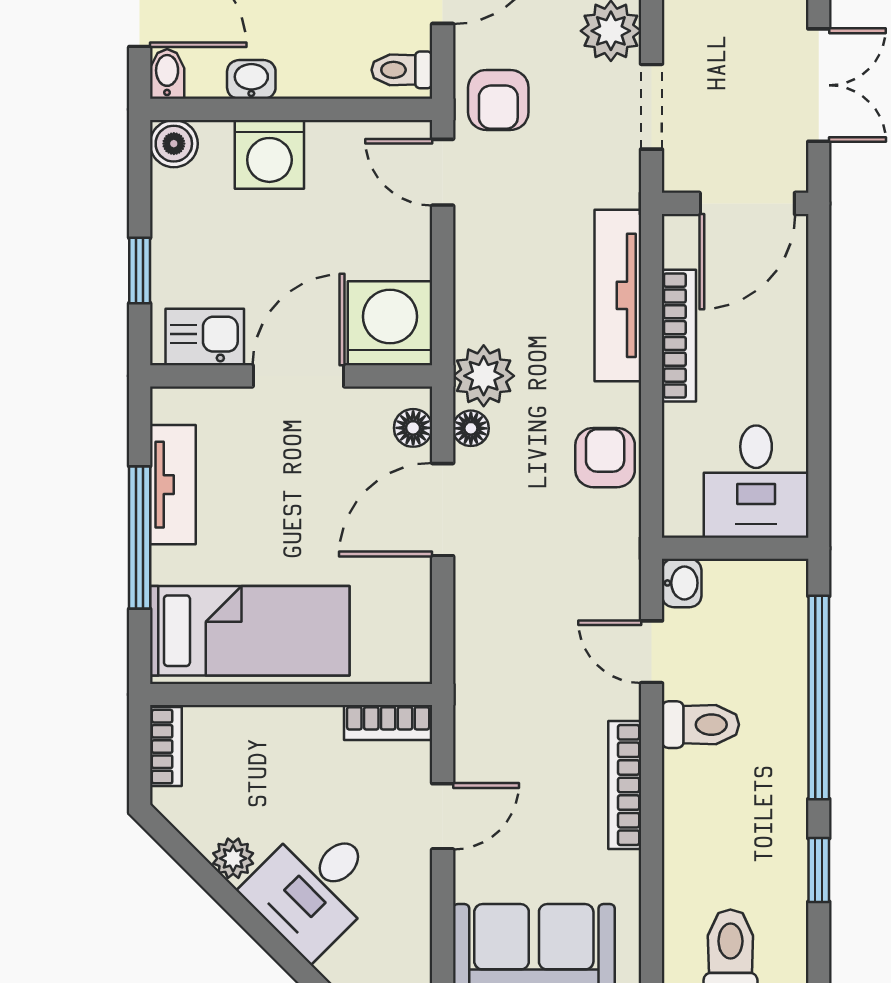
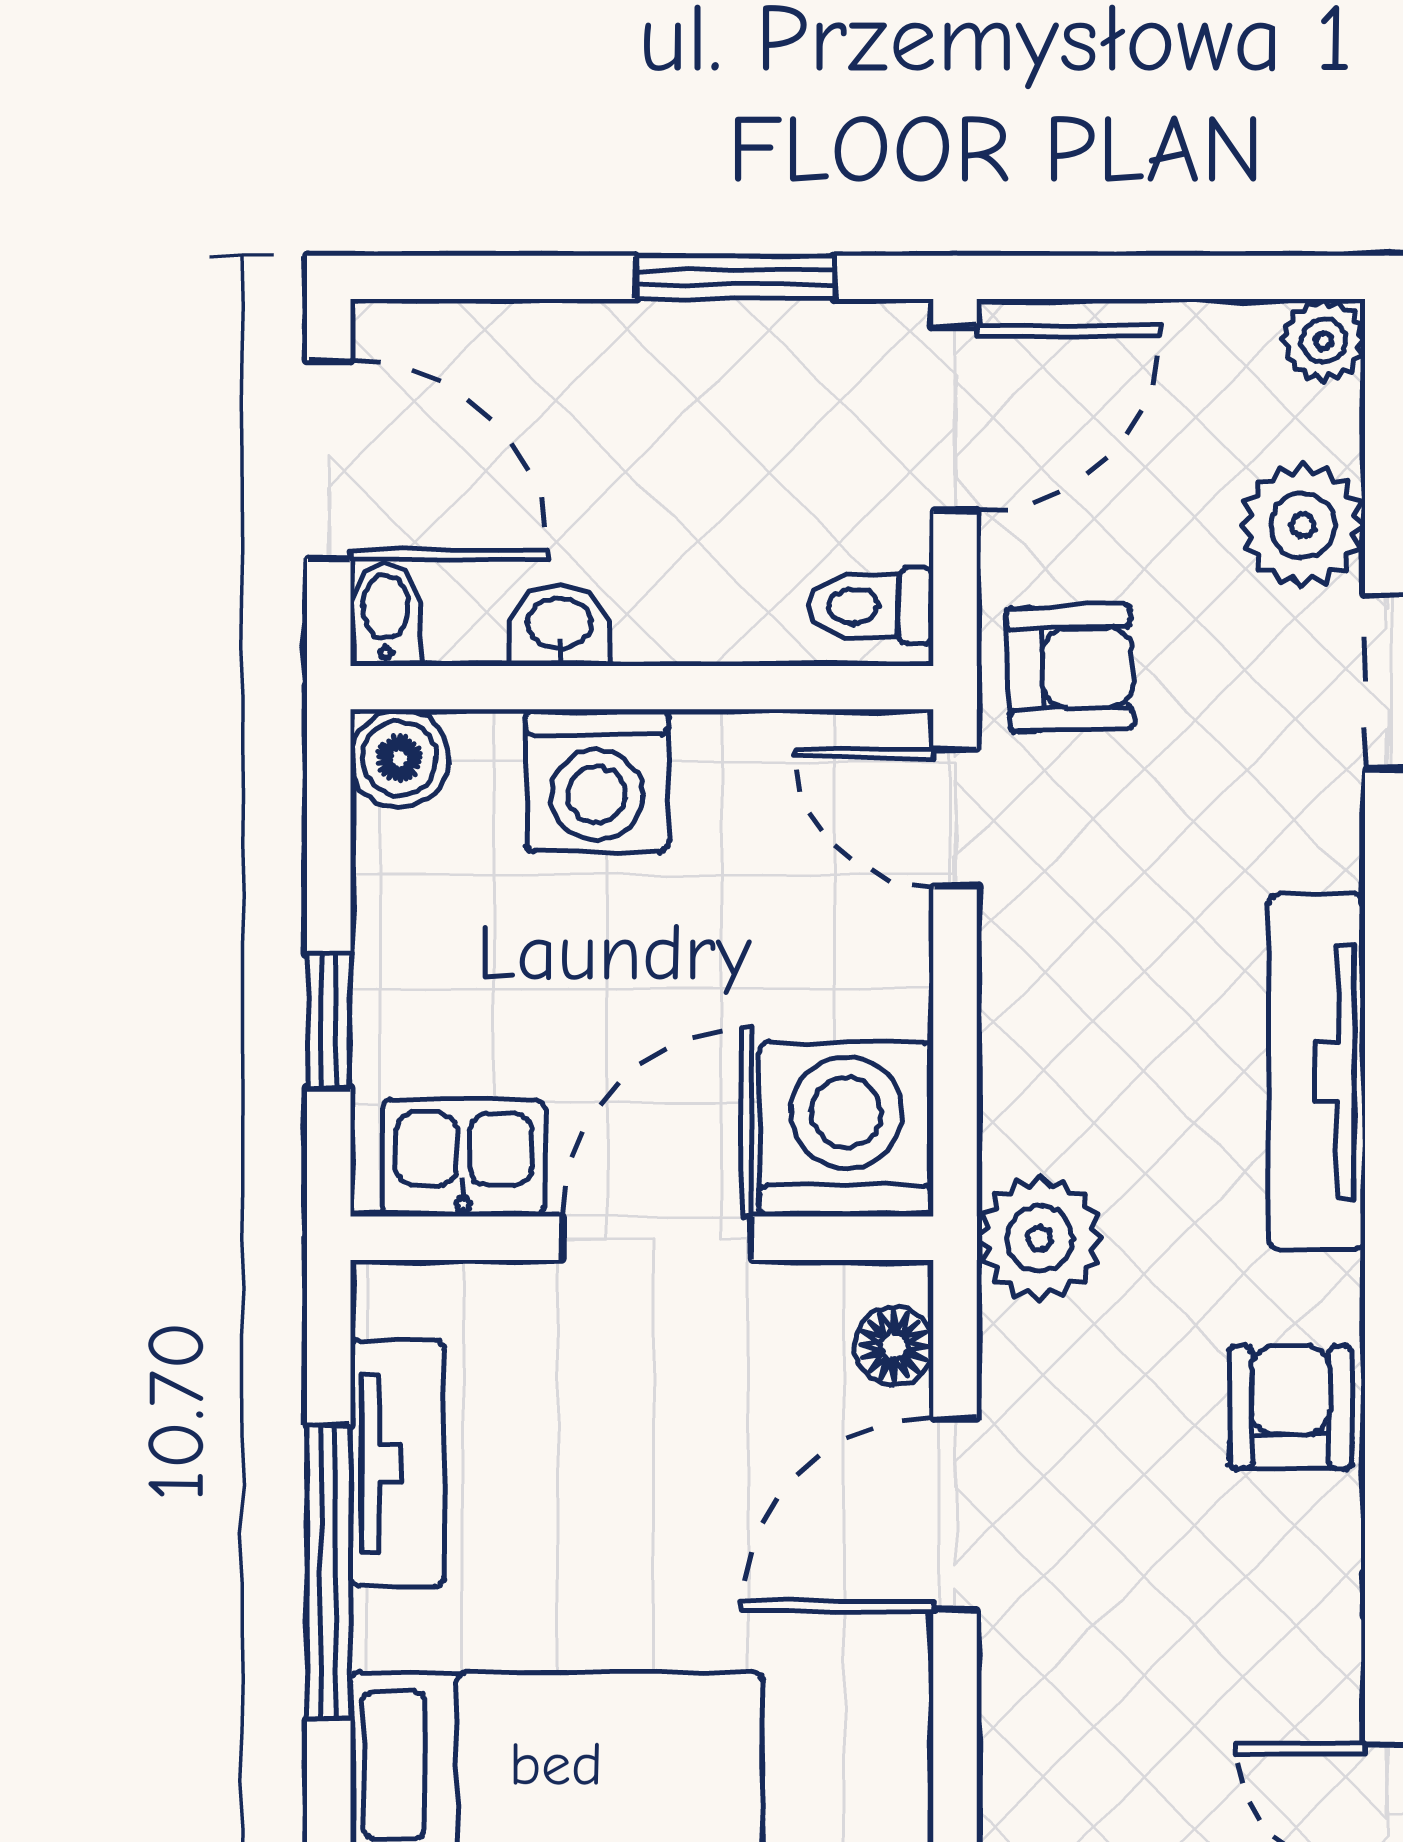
armchair: (498, 100) -> (1070, 668), turned -92
floor lamp: (471, 428) -> (1013, 1347), removed

